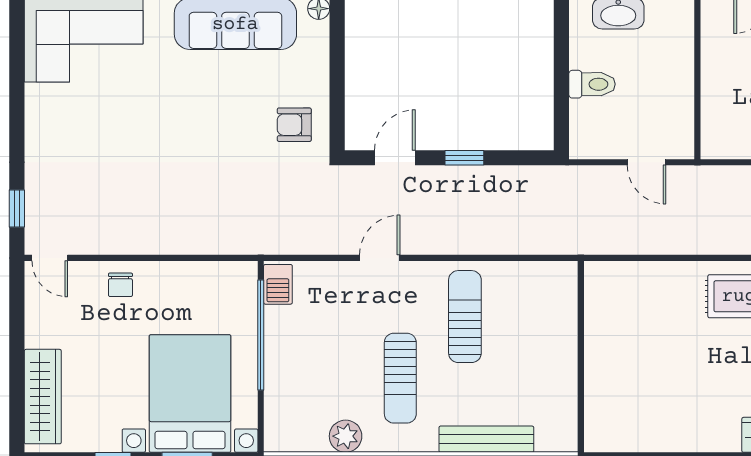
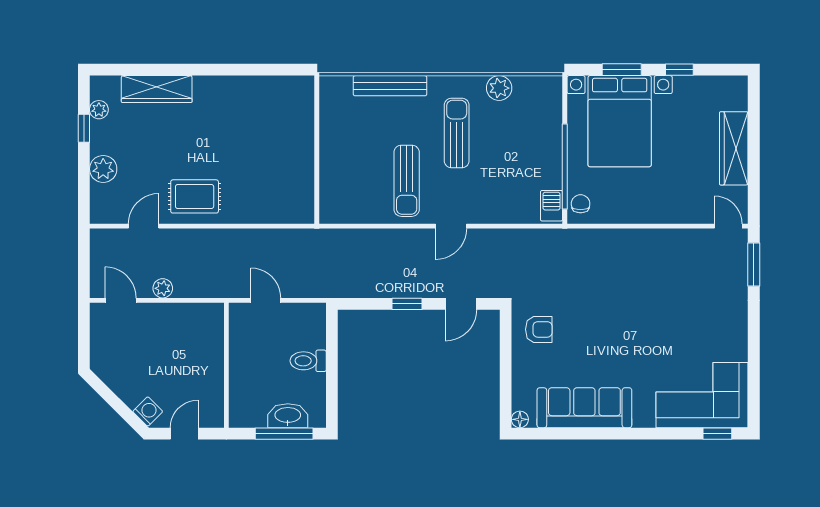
window: (17, 208) -> (754, 264), width x1.50
door: (380, 258) -> (451, 226), moved
chair: (120, 285) -> (581, 204), moved
wardrobe: (43, 397) -> (734, 148), moved

